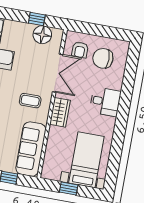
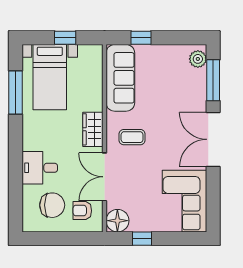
floor lamp: (42, 35) -> (117, 221), moved
armchair: (80, 50) -> (82, 211), turned -90
desk: (105, 102) -> (40, 168), moved
window: (116, 153) -> (16, 92), added

